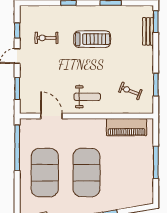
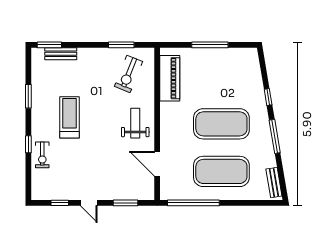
exercise bike: (46, 38) -> (42, 155), moved
exercise bike: (130, 91) -> (128, 74), width x1.38, depth x1.39
door: (51, 116) -> (157, 164), hinge flipped

